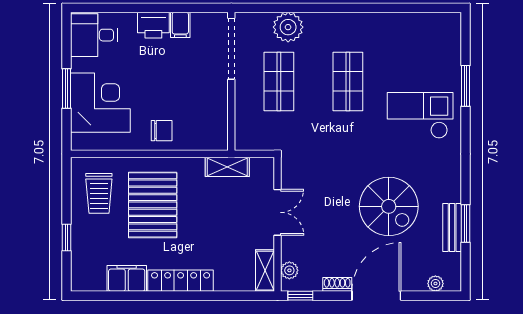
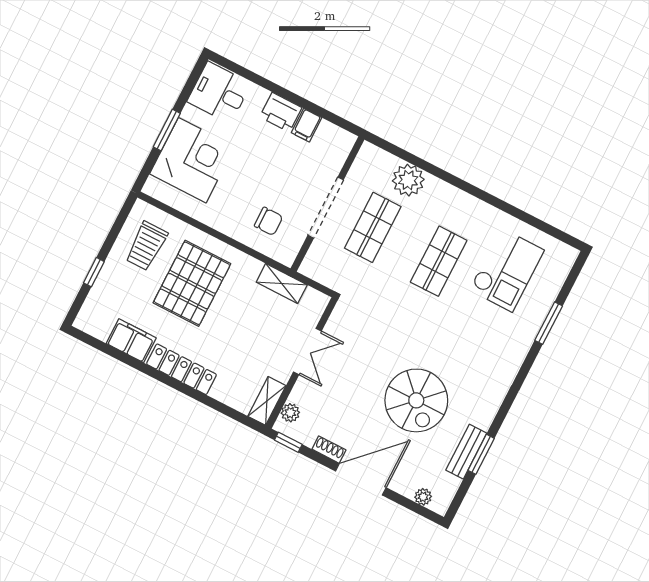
doorway: (231, 49) -> (326, 208), moved
checkout: (420, 115) -> (507, 270), moved, turned 90
chair: (162, 131) -> (269, 221), moved

